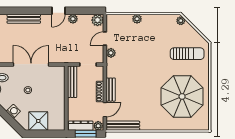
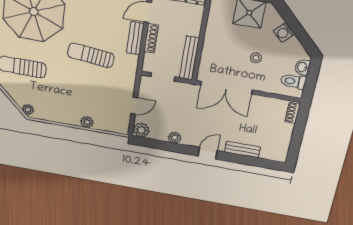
door: (58, 11) -> (208, 153), moved
bench: (24, 19) -> (243, 150), width x0.73
plant: (111, 53) -> (128, 86), removed
double door: (31, 64) -> (226, 88), moved
sun lounger: (140, 71) -> (91, 55), added

